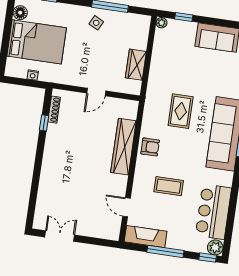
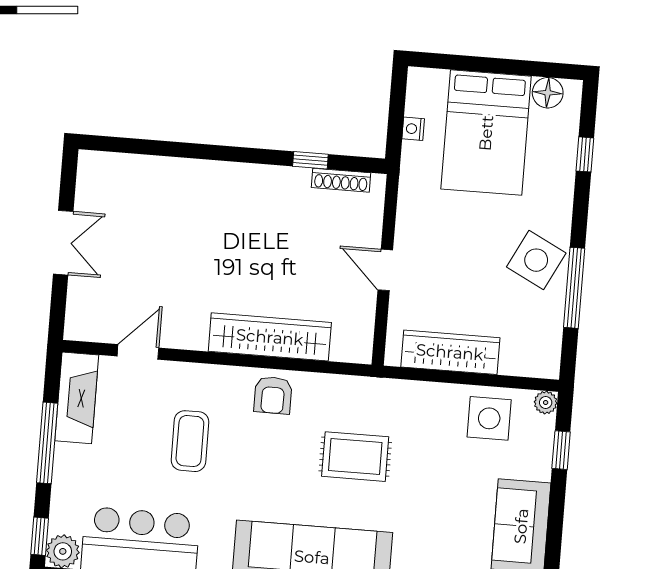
side table: (96, 23) -> (536, 260), width x1.87, depth x1.87
side table: (167, 49) -> (489, 418), added
wardrobe: (136, 65) -> (450, 352), width x1.50
double door: (60, 236) -> (63, 243), moved

